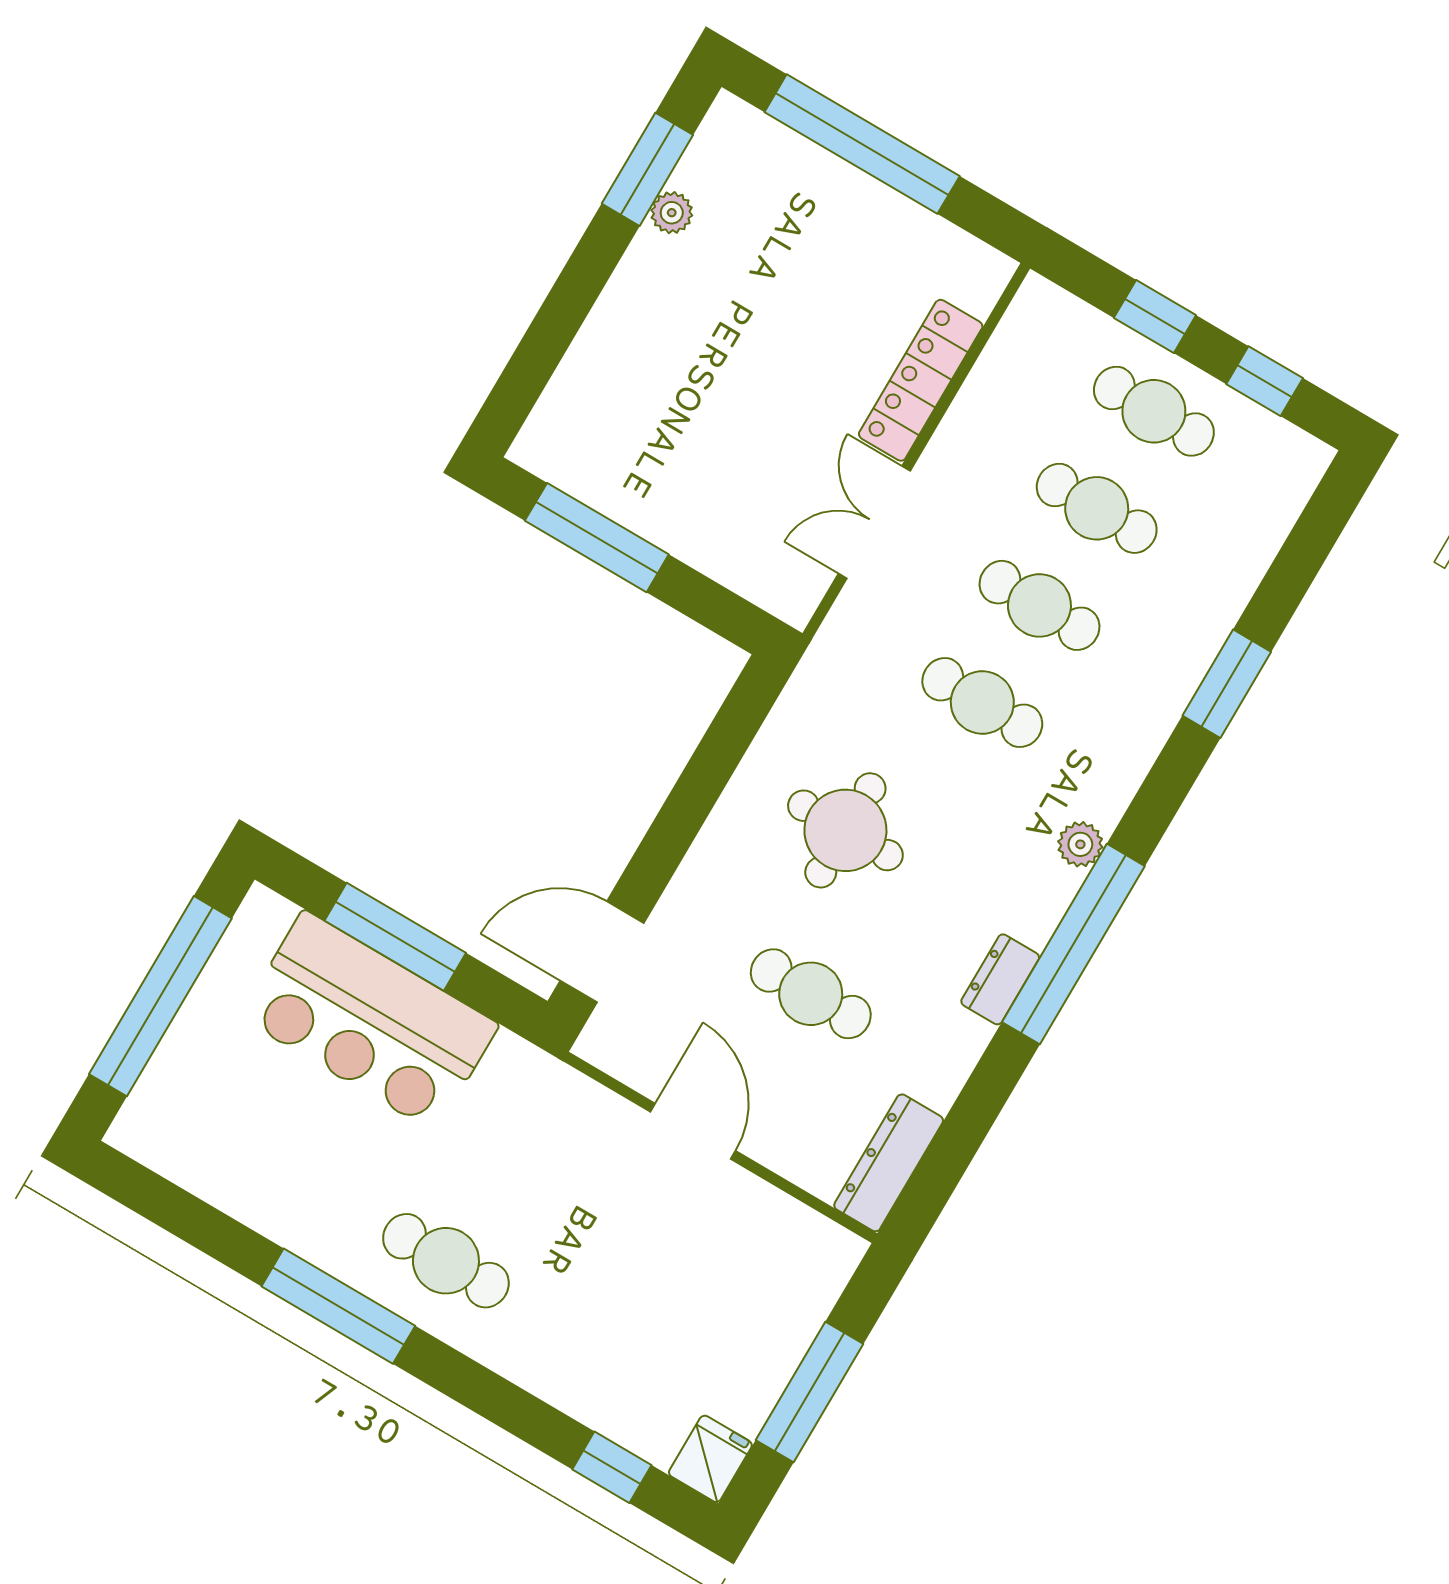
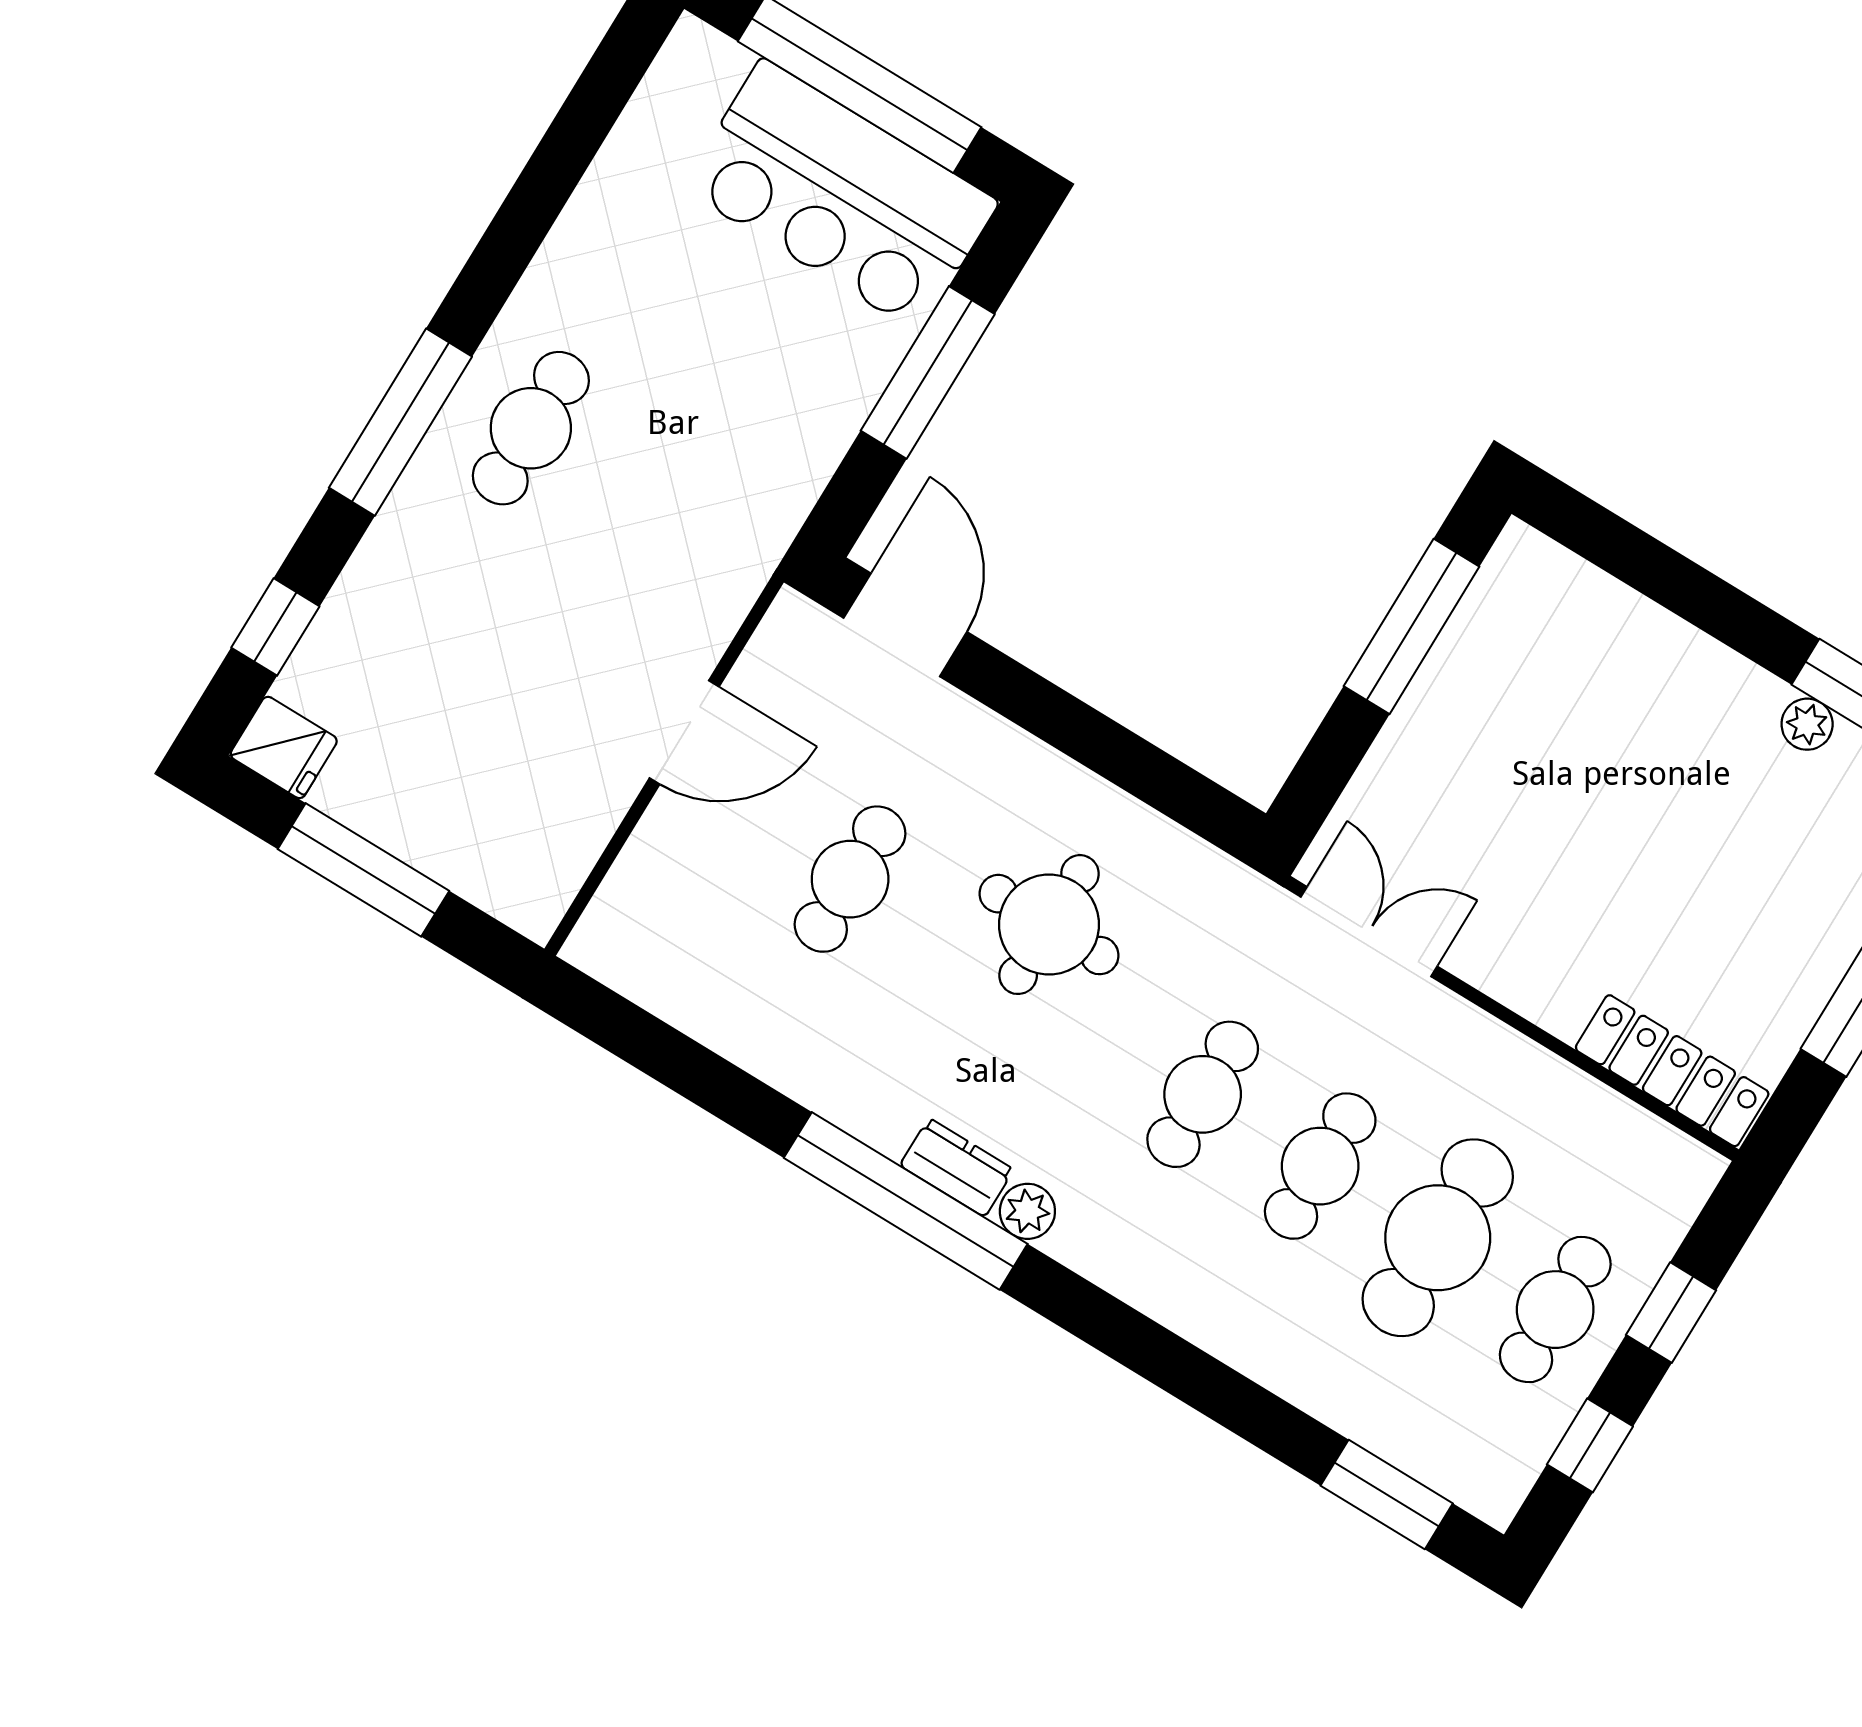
locker: (921, 380) -> (1672, 1071), moved
cafe table: (1097, 508) -> (1438, 1238), width x1.37, depth x1.35
double door: (874, 522) -> (1369, 932), moved
window: (1227, 684) -> (1387, 1495), moved
dresser: (1000, 979) -> (957, 1167), moved
bar counter: (369, 1021) -> (840, 195), moved, turned -90
dresser: (889, 1163) -> (642, 971), removed
window: (338, 1306) -> (400, 422), moved

